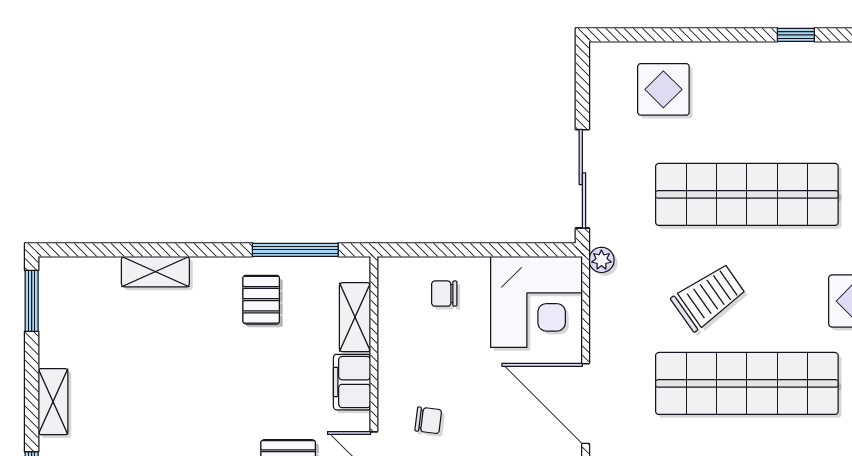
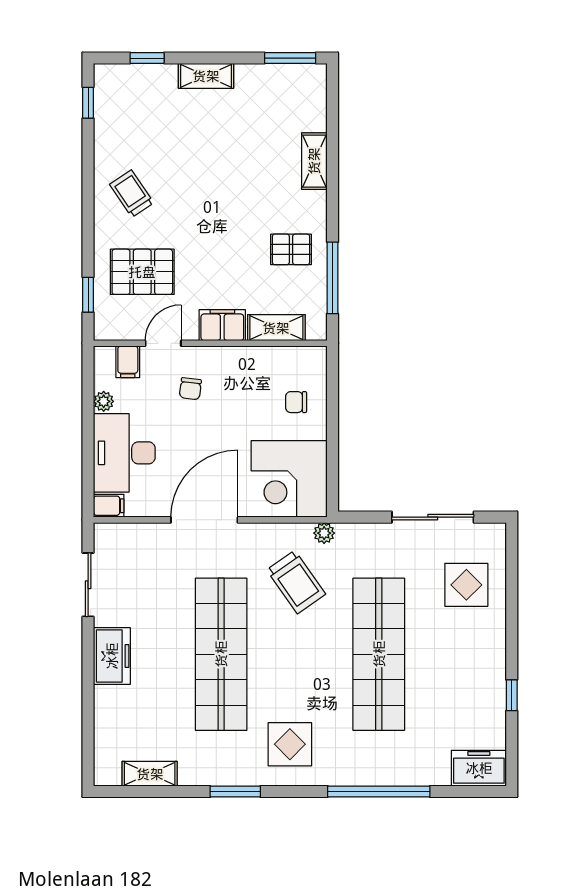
sliding door: (582, 179) -> (433, 517), moved
chair: (444, 294) -> (296, 402), turned -90
trolley: (708, 297) -> (296, 582), moved

